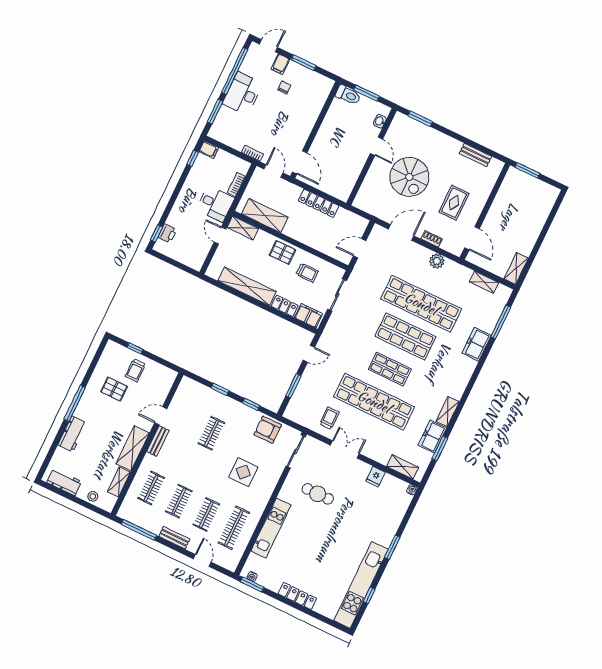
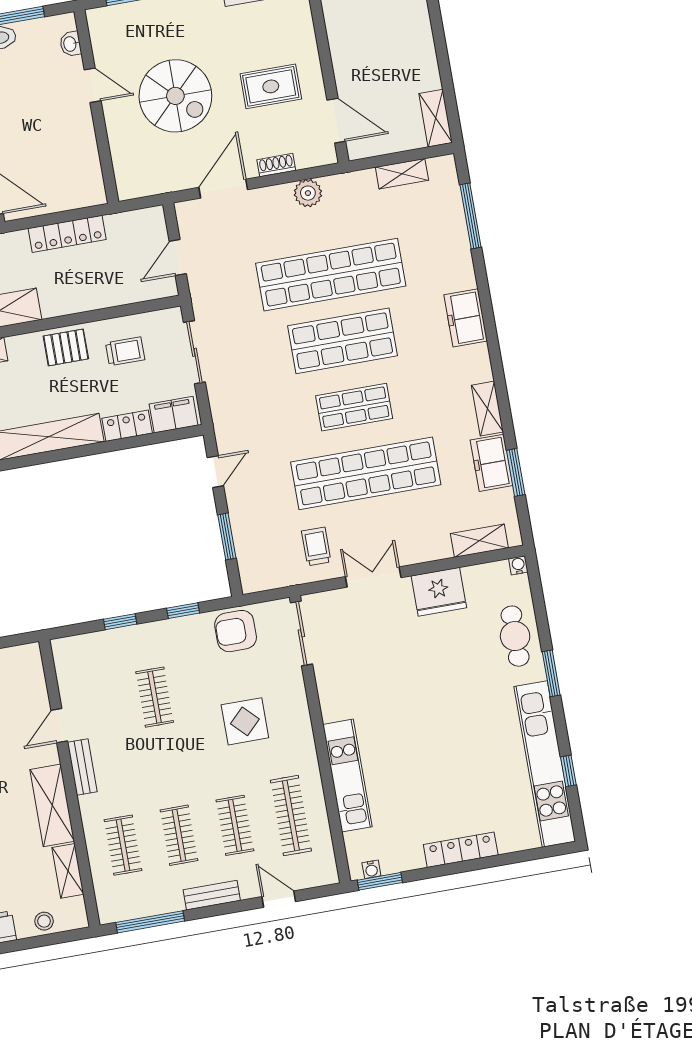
rug: (454, 203) -> (271, 86), turned 90
freezer: (477, 344) -> (466, 318), moved
fridge: (376, 477) -> (439, 592), width x1.88, depth x1.34
cafe table: (318, 494) -> (515, 636), moved, turned 90

